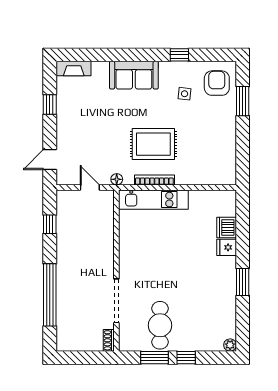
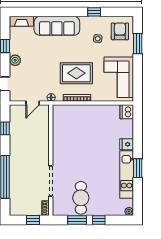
sofa: (134, 75) -> (57, 26), width x1.36
plant: (64, 125) -> (15, 60), added
corner sofa: (215, 150) -> (119, 77), added
door: (90, 187) -> (33, 103), swing flipped
kitchen unit: (153, 200) -> (127, 175), moved, turned 90
dishwasher: (227, 228) -> (127, 112), moved
window: (90, 358) -> (33, 220), added

